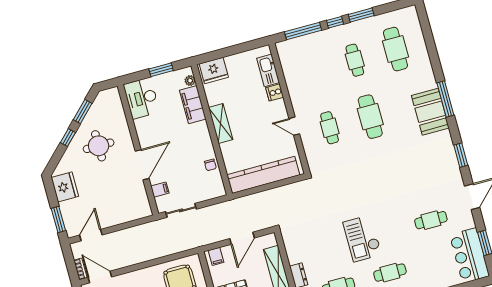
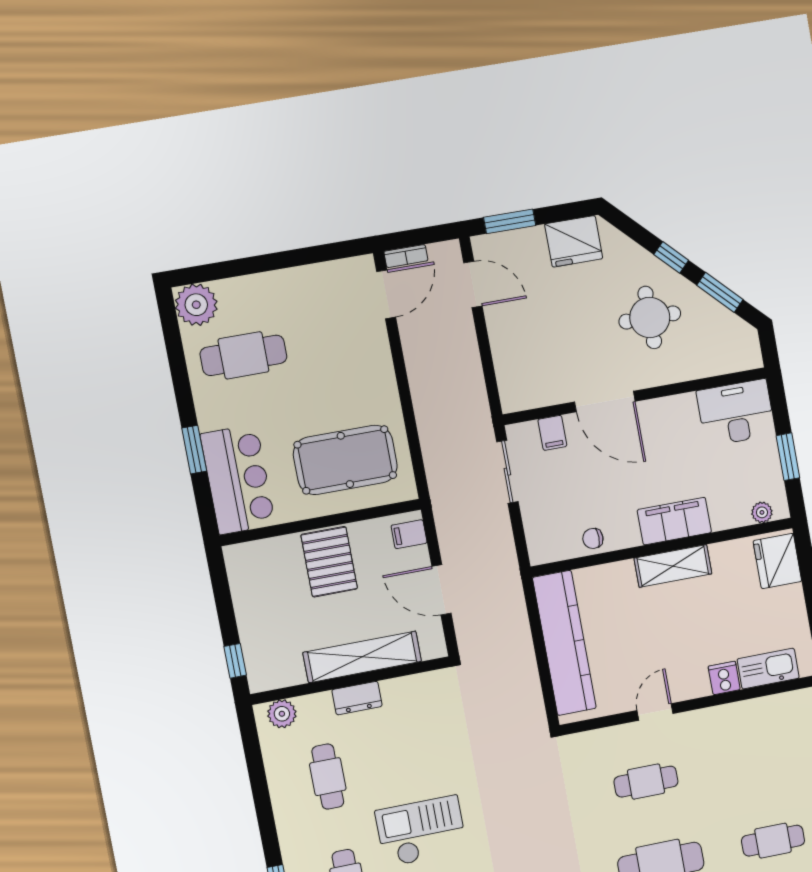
filing cabinet: (193, 105) -> (674, 521), moved

